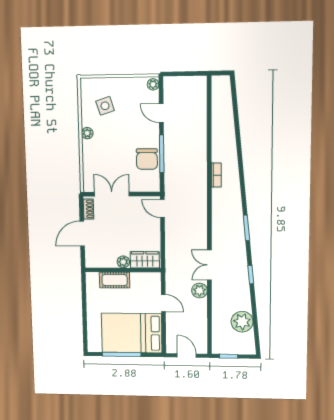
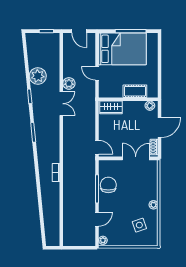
door: (161, 113) -> (97, 219), hinge flipped
double door: (112, 194) -> (136, 158), swing flipped
plant: (123, 262) -> (150, 106), moved
plant: (242, 322) -> (38, 76), moved

